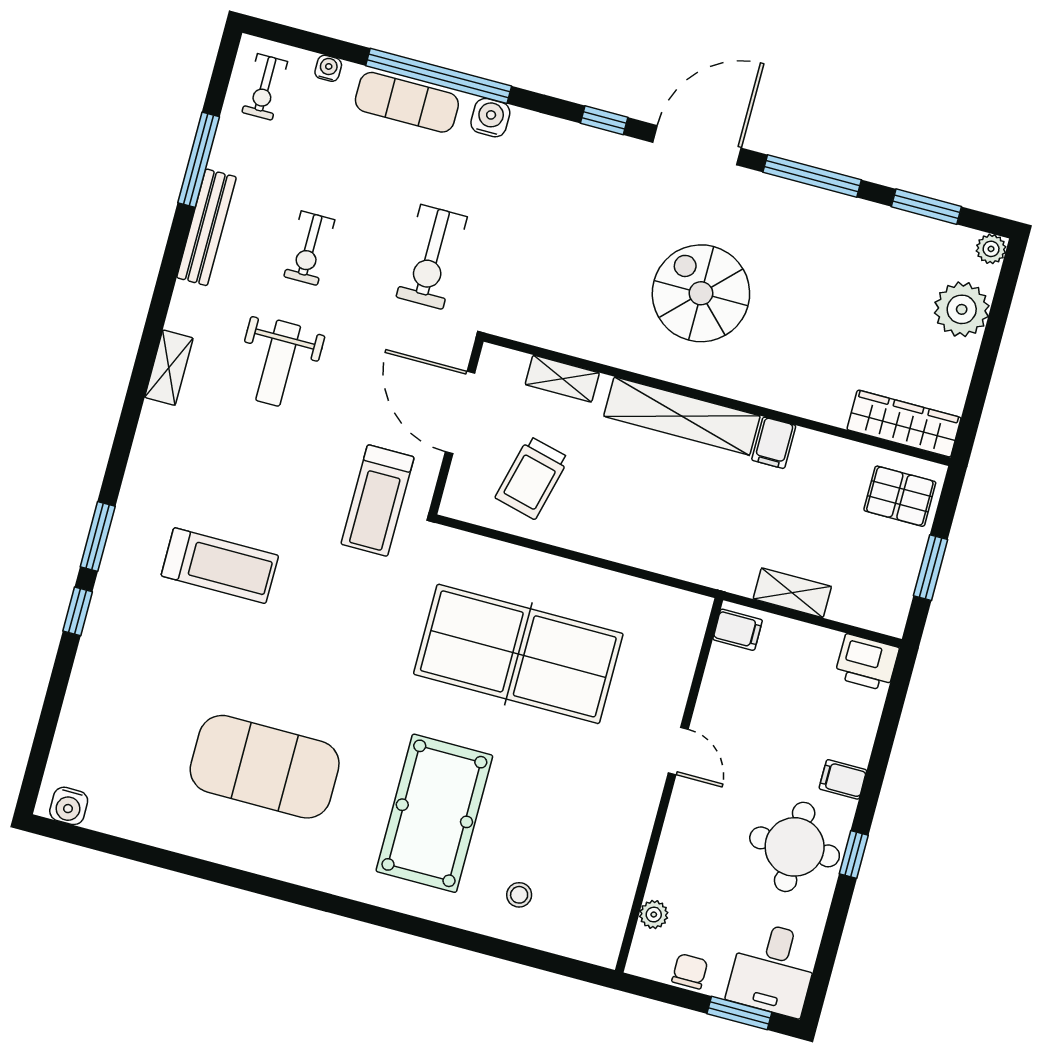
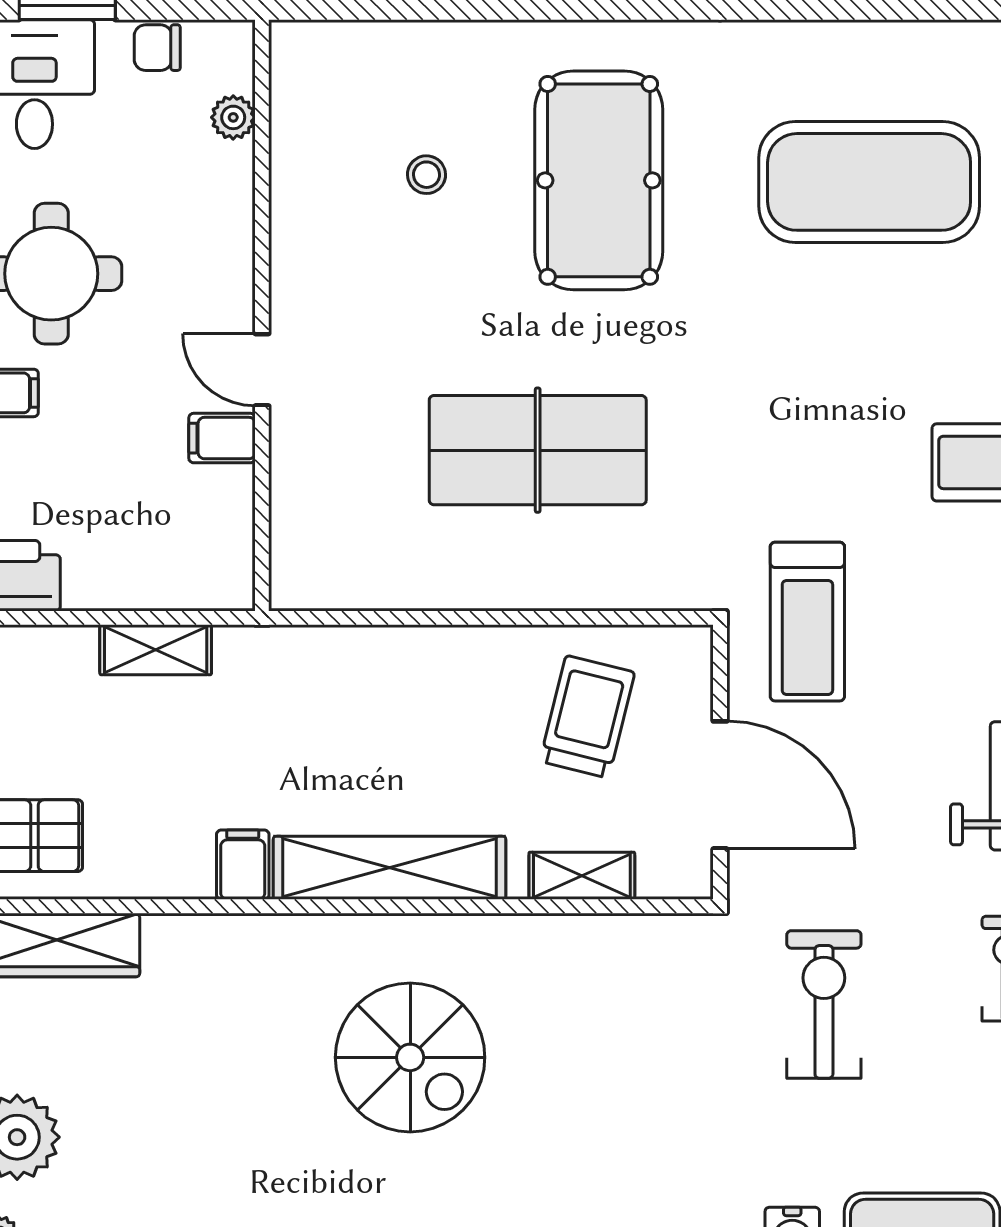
treadmill: (378, 501) -> (807, 622), turned 180
filing cabinet: (738, 630) -> (222, 438), moved
table tennis table: (518, 654) -> (538, 450), width x0.73, depth x0.76
stool: (519, 895) -> (426, 175), moved
chair: (690, 971) -> (157, 48), turned 90

